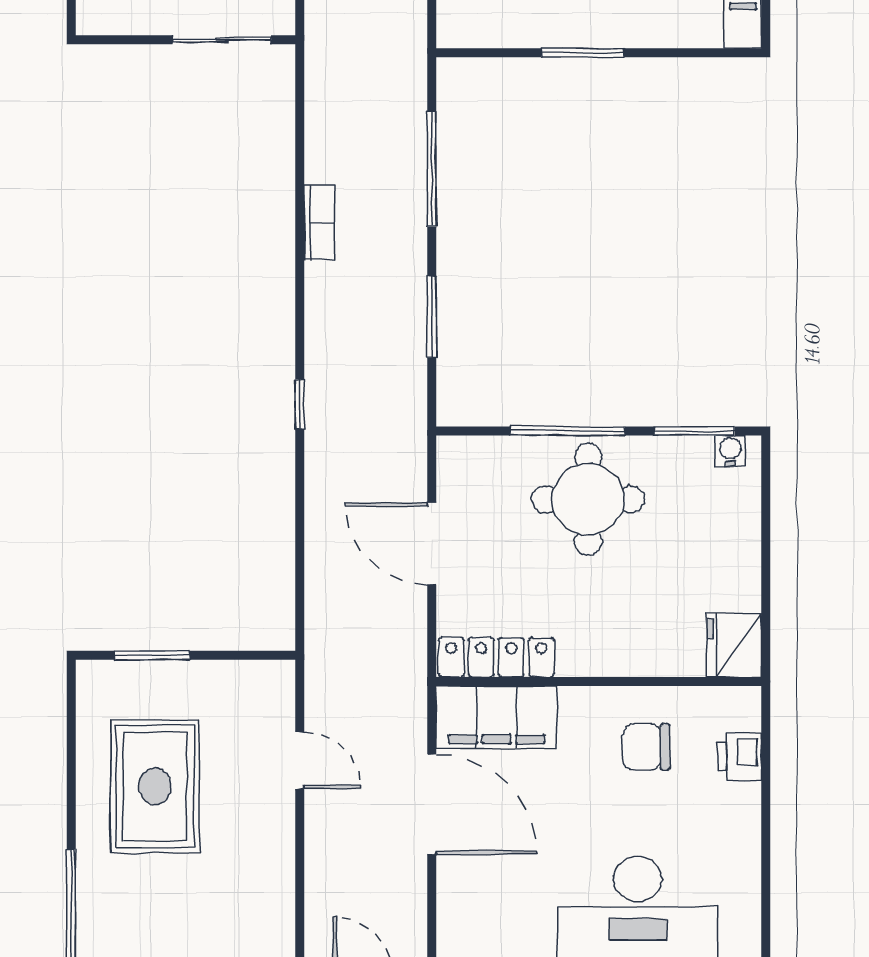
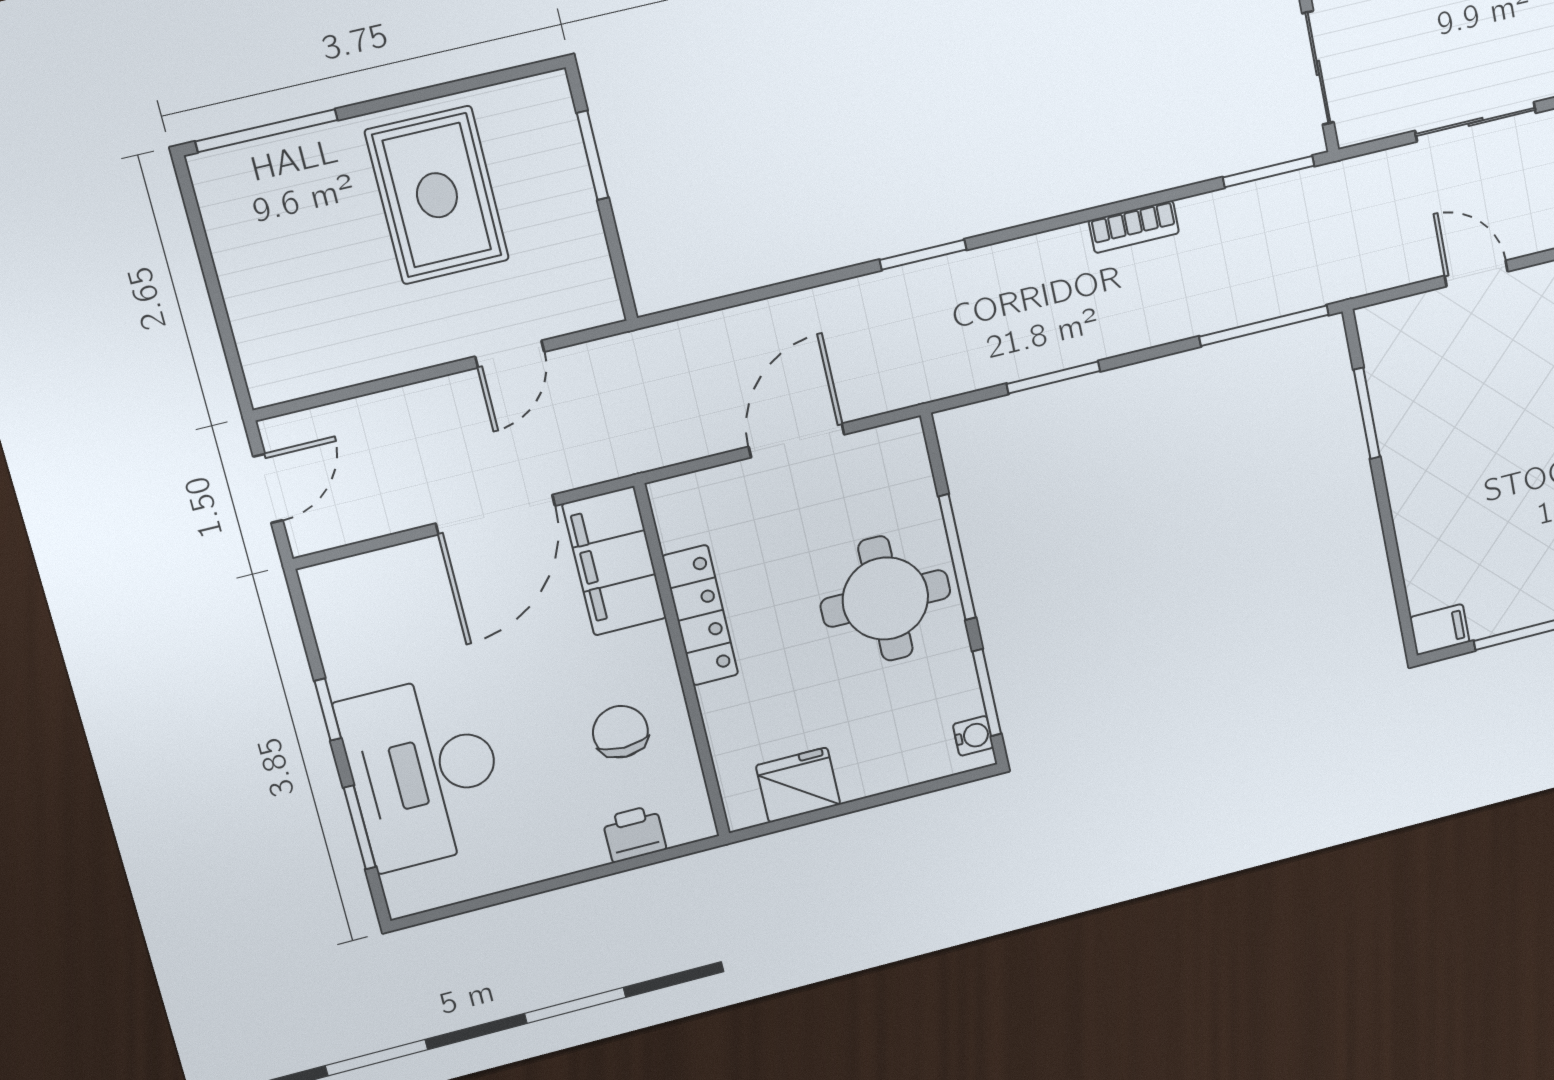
window: (583, 53) -> (1367, 413), moved
window: (300, 99) -> (1269, 172), added
window: (432, 169) -> (1264, 326), moved
window: (300, 404) -> (923, 255), width x1.50
fridge: (734, 645) -> (798, 785), moved
locker: (496, 657) -> (700, 615), moved
rug: (155, 787) -> (437, 195), turned 90

